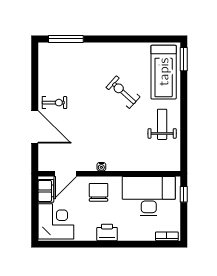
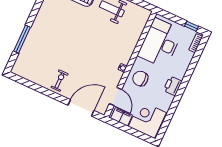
window: (66, 39) -> (22, 39), moved
exercise bike: (123, 92) -> (75, 27), removed
door: (35, 127) -> (81, 108), moved
window: (184, 194) -> (191, 26), moved

